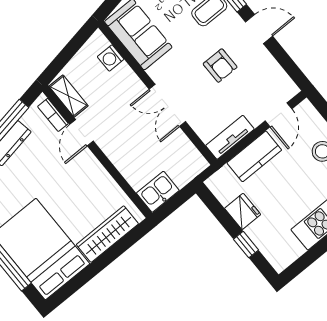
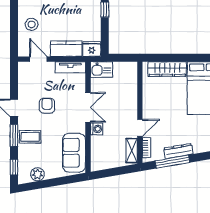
washing machine: (111, 58) -> (97, 129), moved
door: (278, 115) -> (38, 59), hinge flipped
kitchen sink: (158, 192) -> (101, 70), moved
fridge: (243, 211) -> (92, 49), moved, turned 90

